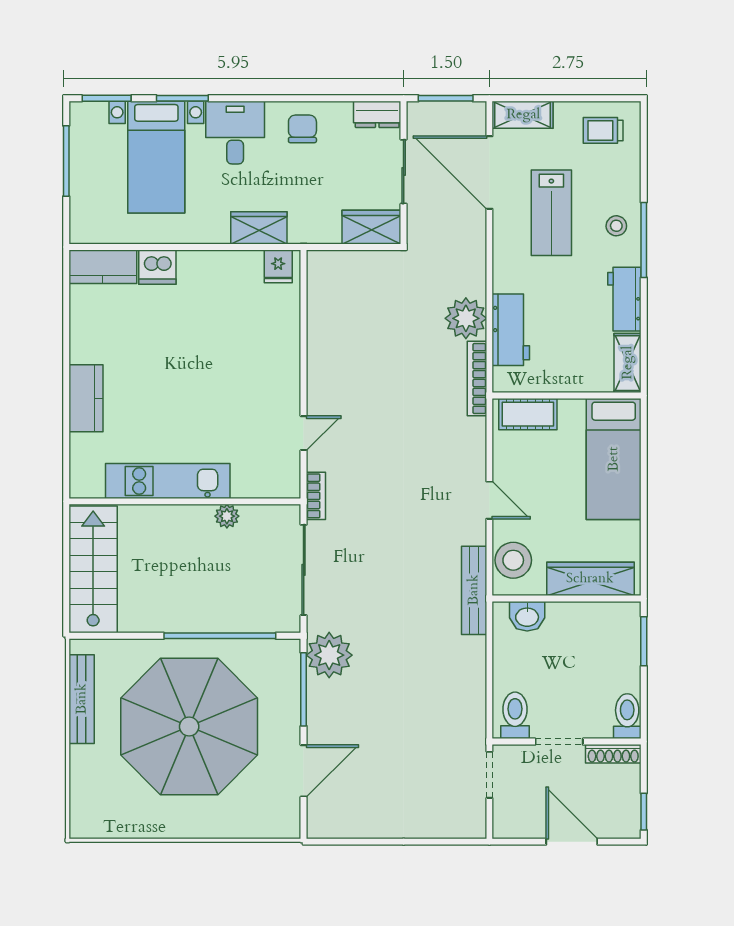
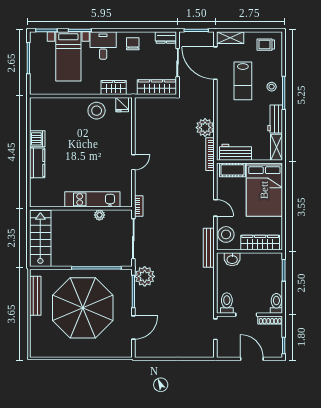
wardrobe: (371, 227) -> (157, 87), width x1.50
kitchen counter: (103, 267) -> (45, 105), removed
dishwasher: (157, 267) -> (37, 139), moved, turned -90
stool: (220, 280) -> (97, 111), added
workbench: (511, 330) -> (235, 152), moved, turned -90
door: (304, 433) -> (133, 162), moved
bed: (614, 459) -> (264, 190), width x1.50
kitchen unit: (168, 481) -> (92, 199), moved

